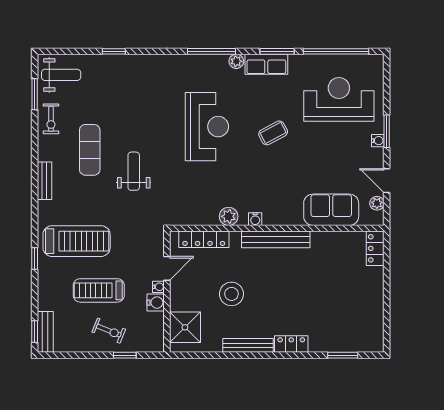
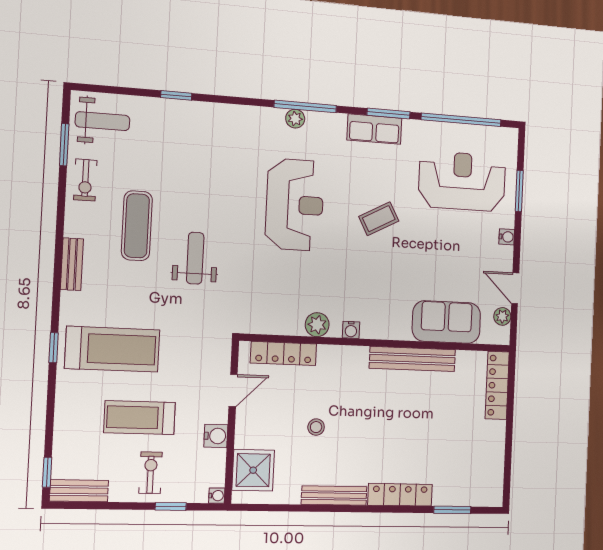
plant: (236, 61) -> (295, 119), moved
window: (387, 131) -> (519, 191), moved
bench: (276, 239) -> (413, 359), moved
locker: (375, 248) -> (497, 385), width x1.53
window: (35, 259) -> (54, 348), moved
water cooler: (158, 287) -> (217, 496), moved
stool: (231, 294) -> (316, 427), width x0.53, depth x0.53
exercise bike: (109, 331) -> (151, 473), turned -112
bench: (45, 332) -> (79, 491), moved, turned 90
locker: (291, 344) -> (400, 495), width x1.53

